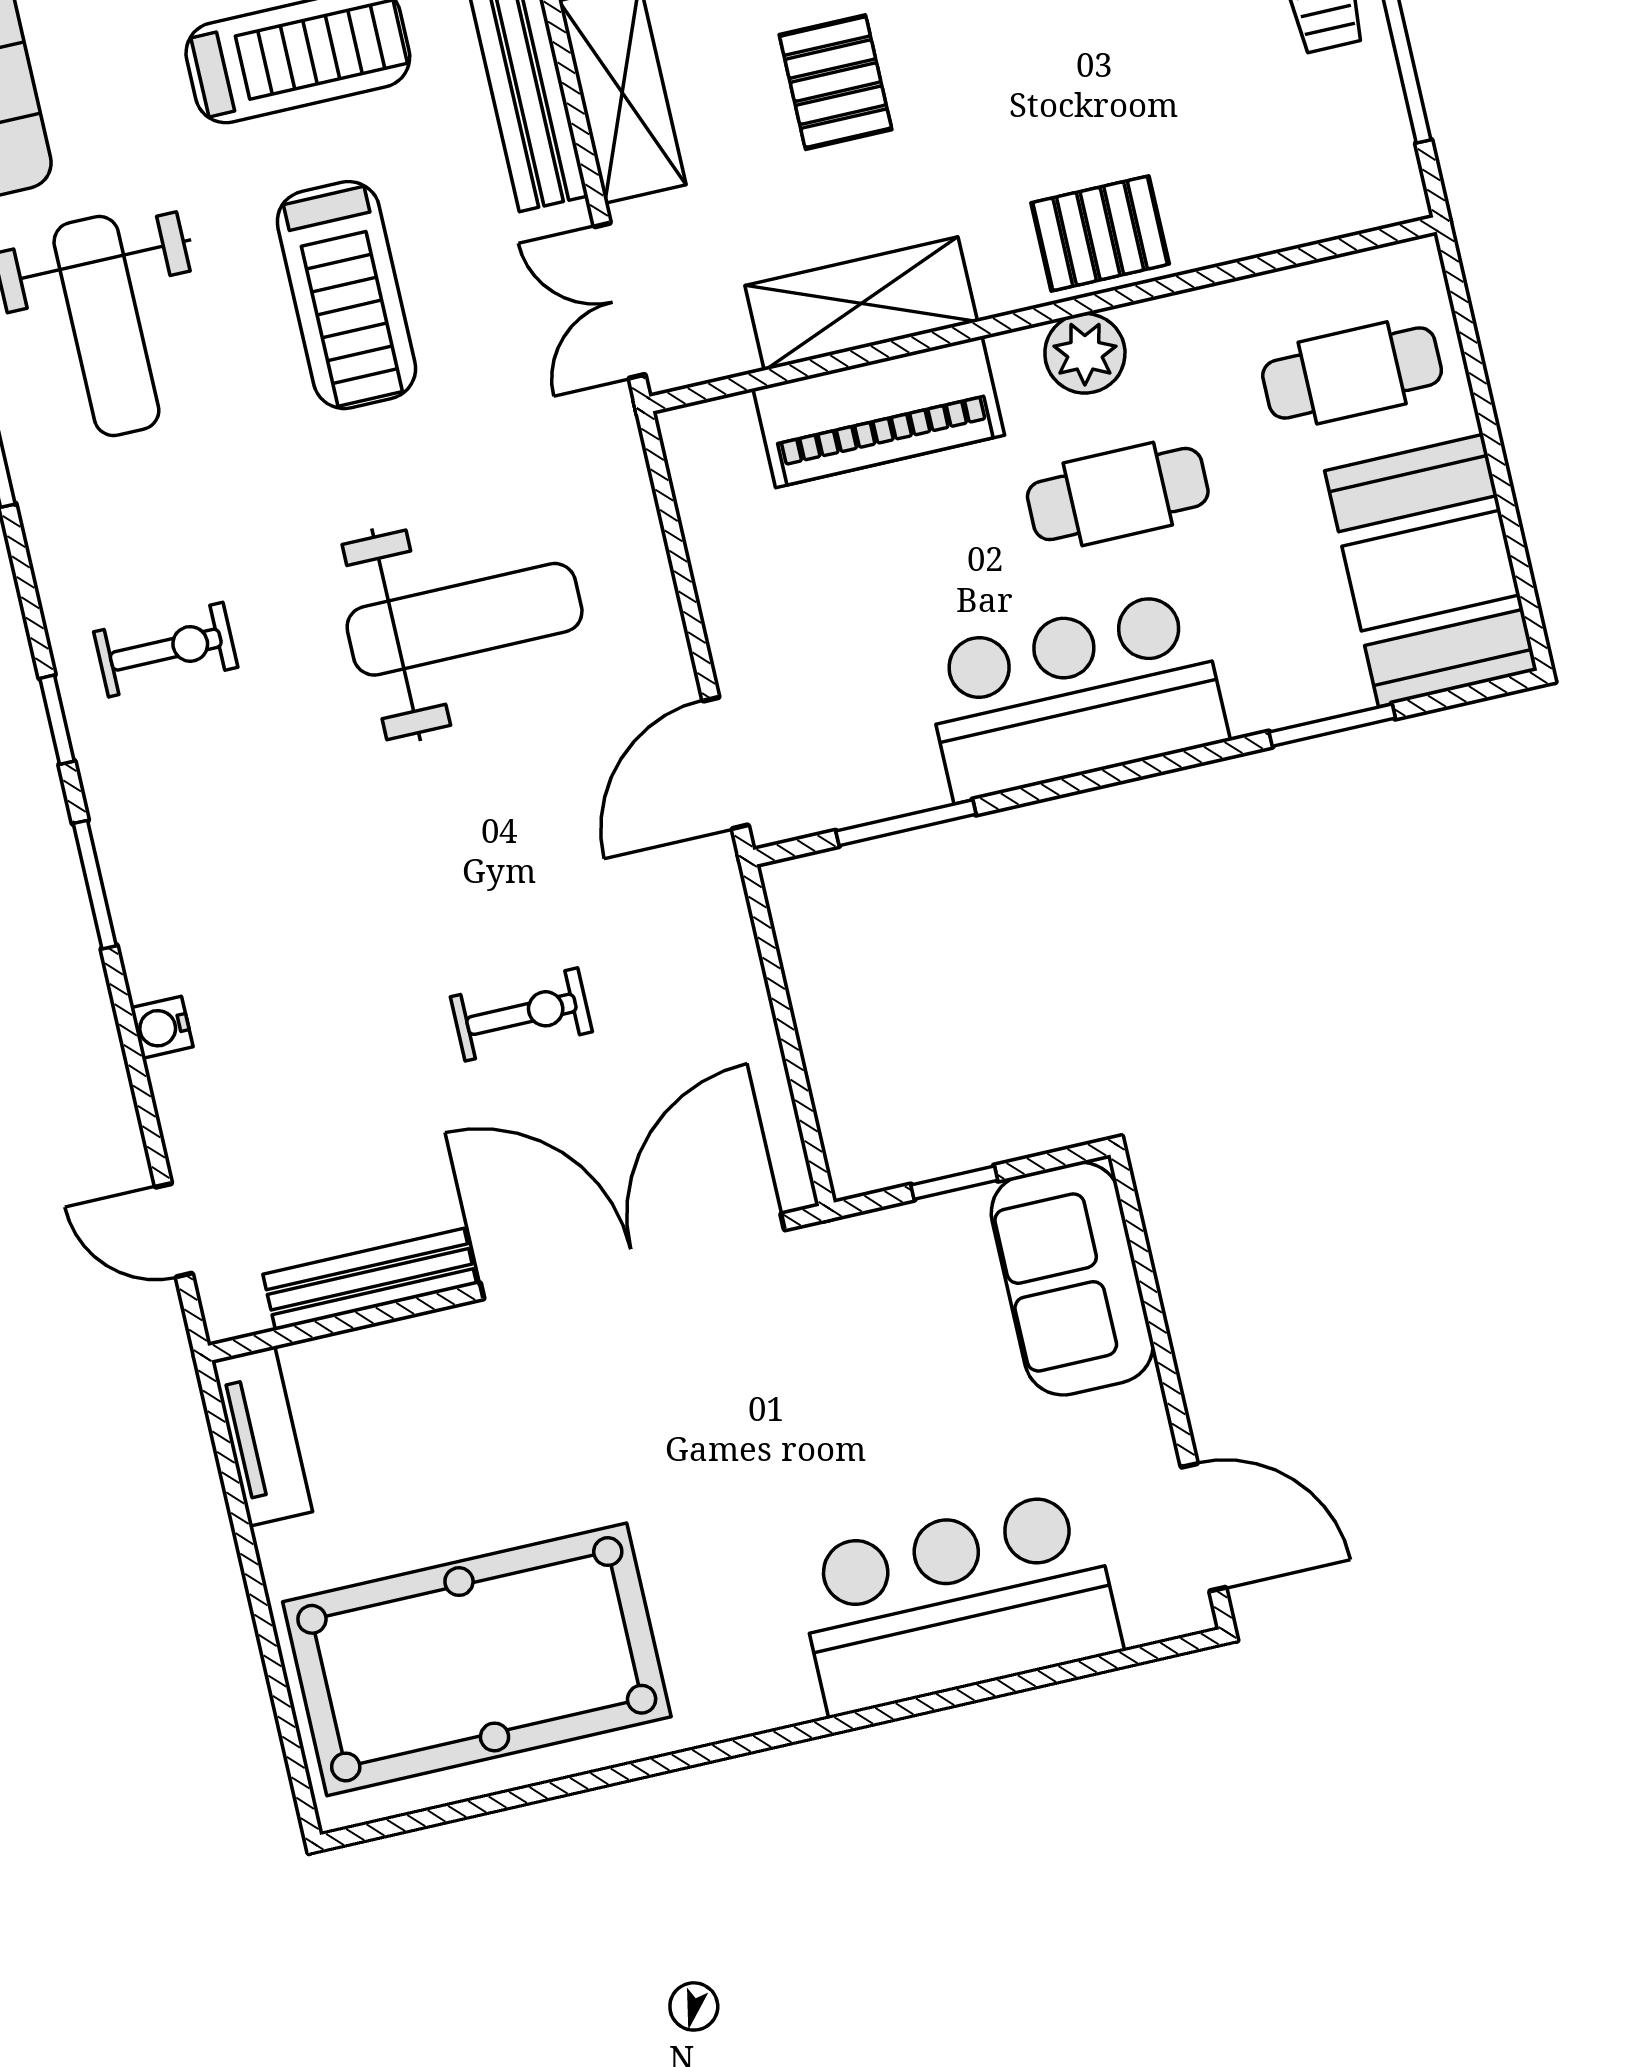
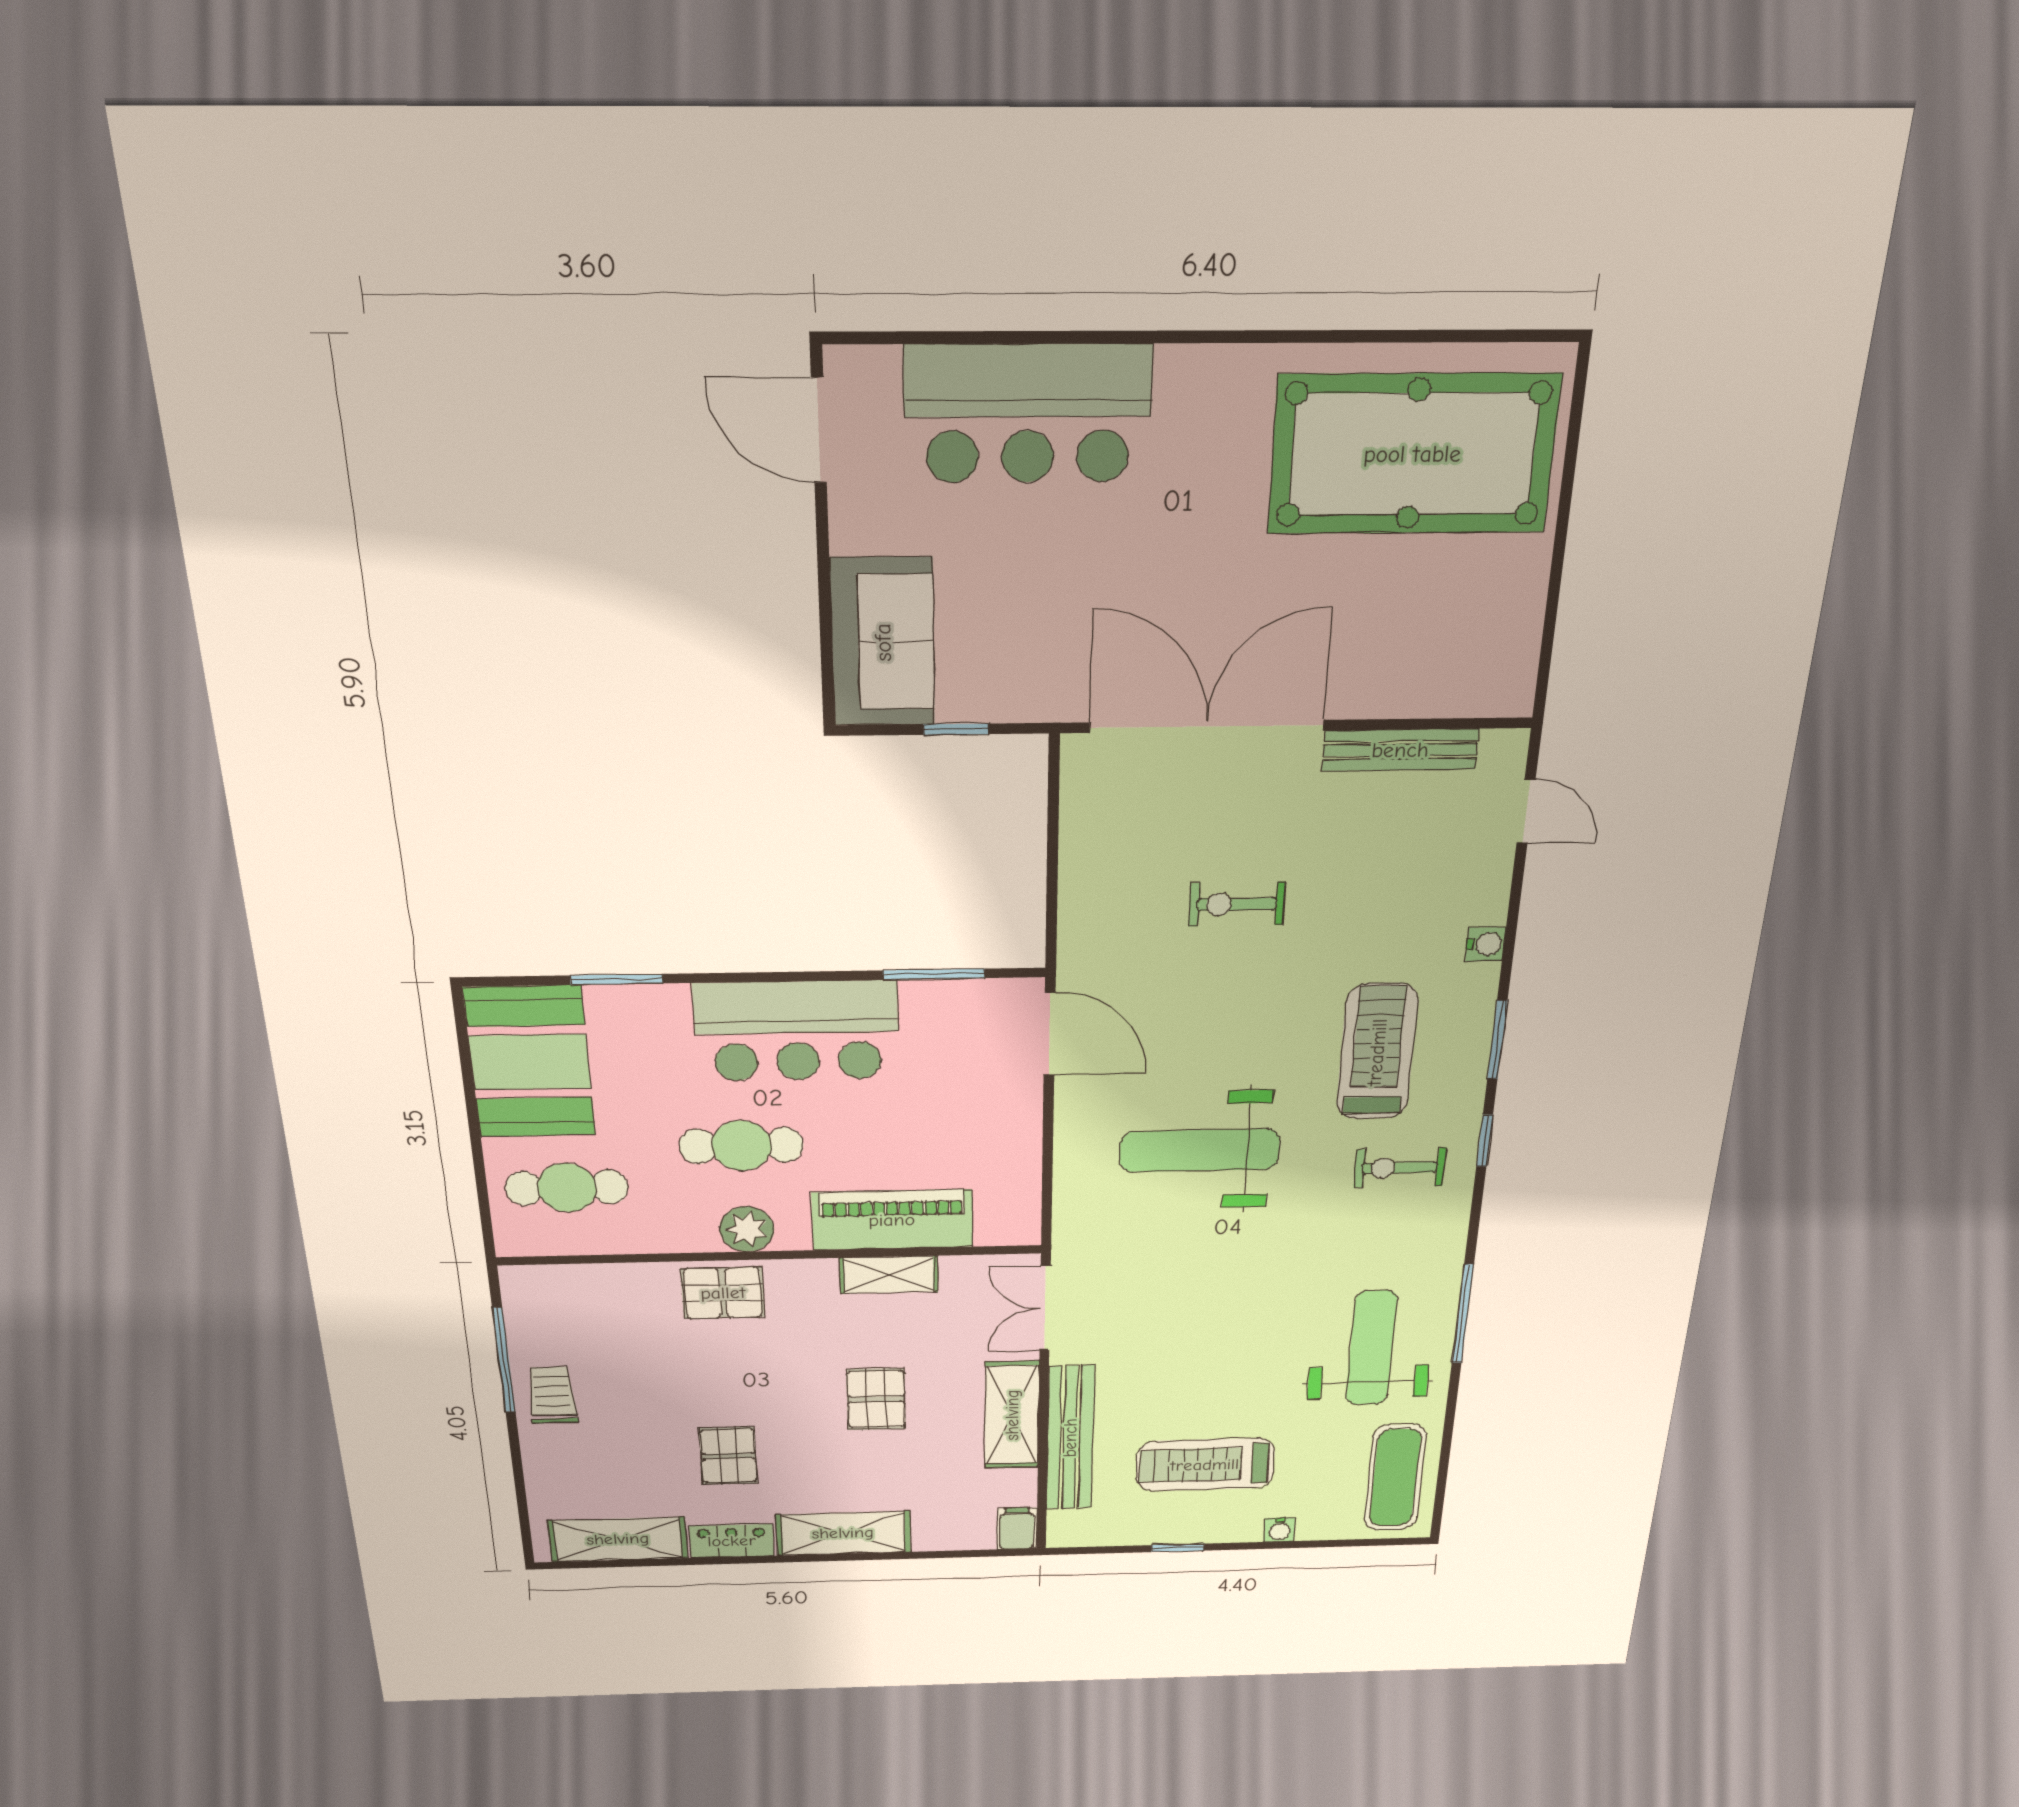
treadmill: (346, 295) -> (1377, 1052), moved
double door: (620, 301) -> (1045, 1308), swing flipped
shelving: (861, 304) -> (889, 1275), width x0.67, depth x0.75
door: (726, 763) -> (1050, 1034), hinge flipped
double door: (632, 1256) -> (1207, 726), swing flipped
tv unit: (262, 1436) -> (1515, 656), removed

